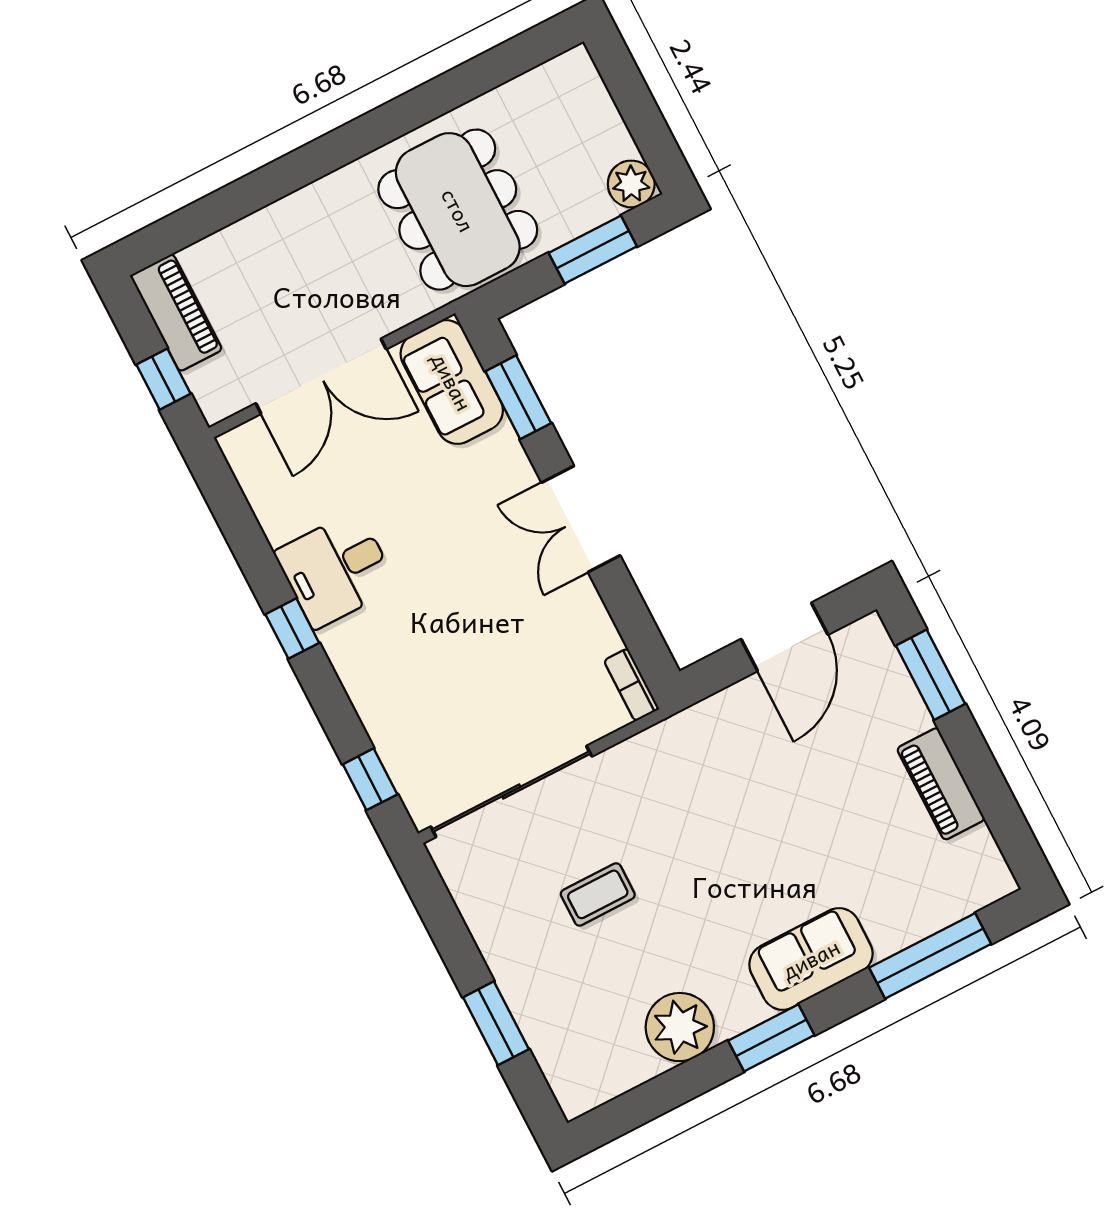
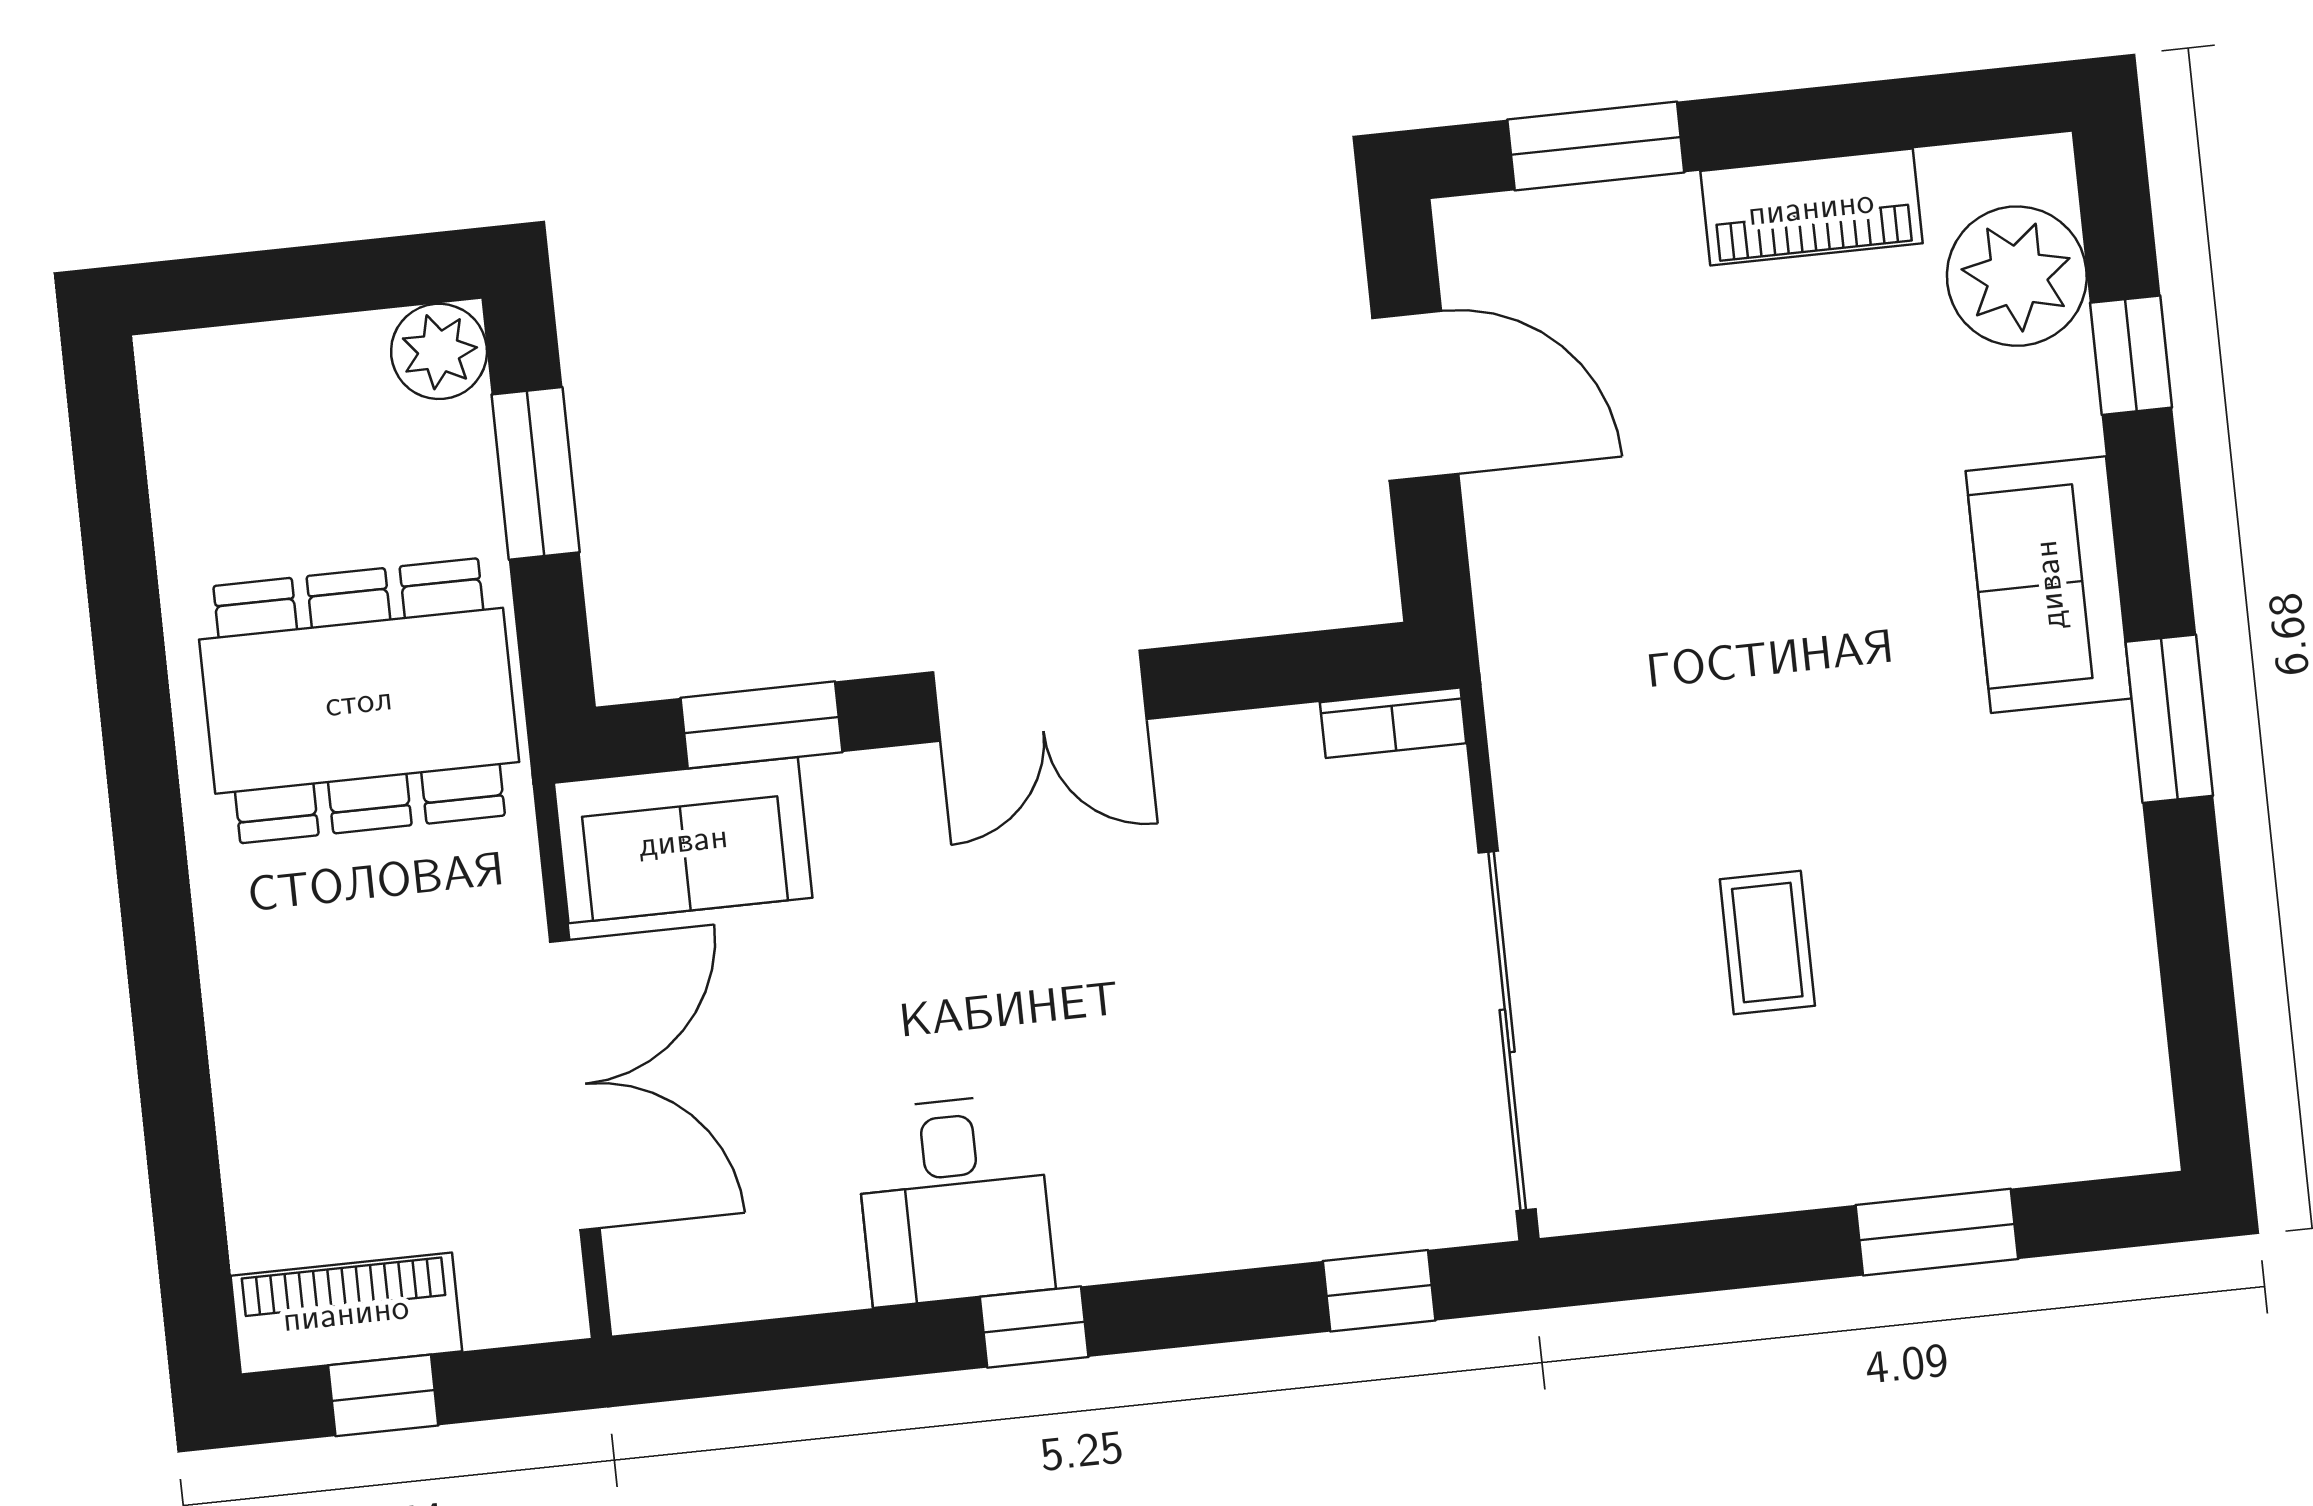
window: (164, 379) -> (383, 1395), moved
window: (930, 956) -> (2131, 355), width x0.46
plant: (680, 1027) -> (2017, 276), moved

